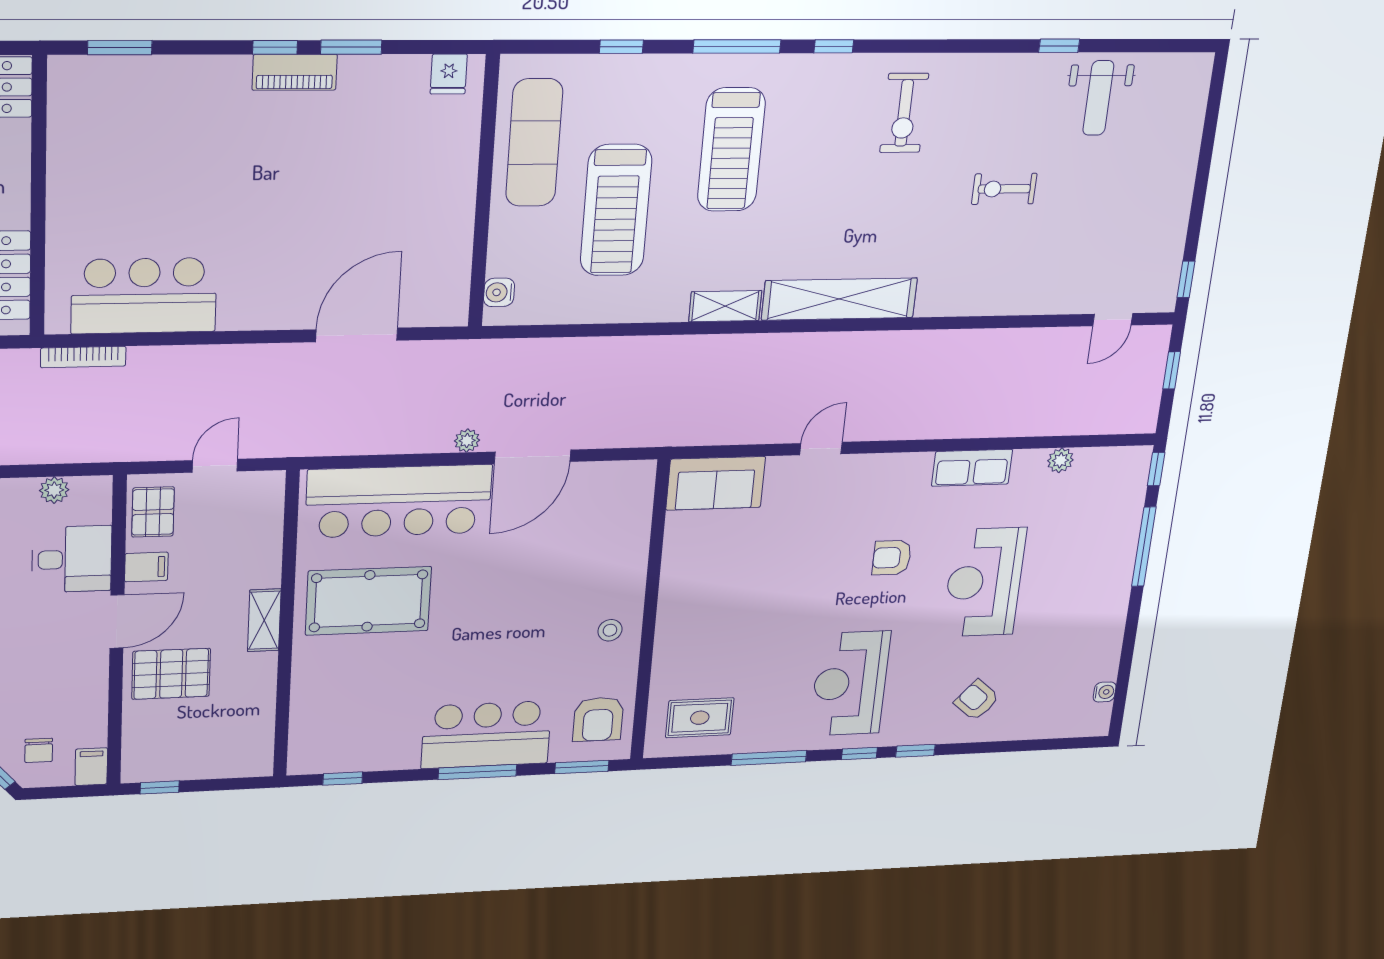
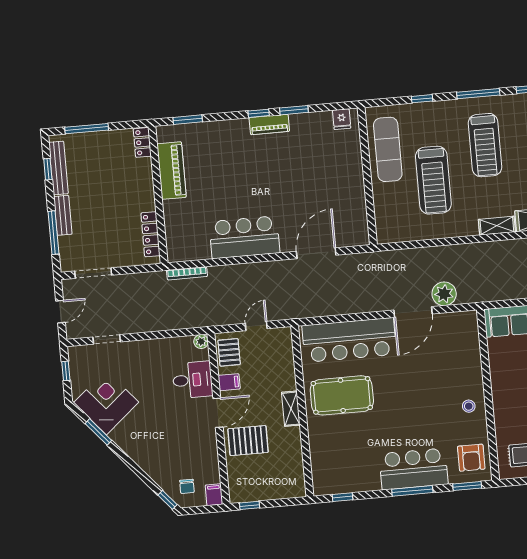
piano: (73, 150) -> (172, 171), added
water cooler: (499, 292) -> (383, 226), removed
bar counter: (144, 296) -> (244, 237), moved
plant: (467, 441) -> (444, 294), moved, width x1.88, depth x1.88
plant: (54, 490) -> (201, 342), moved

